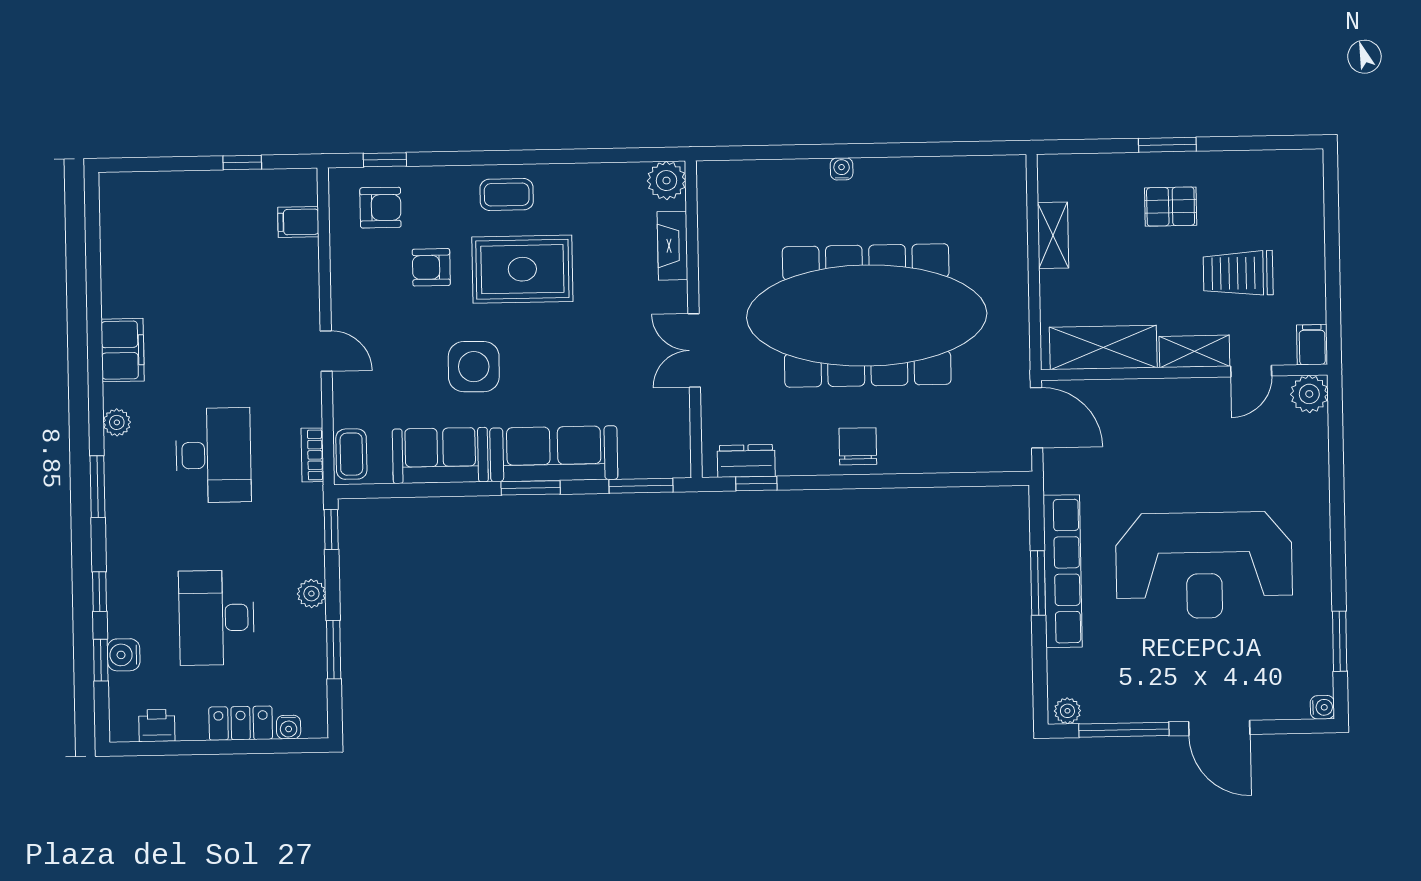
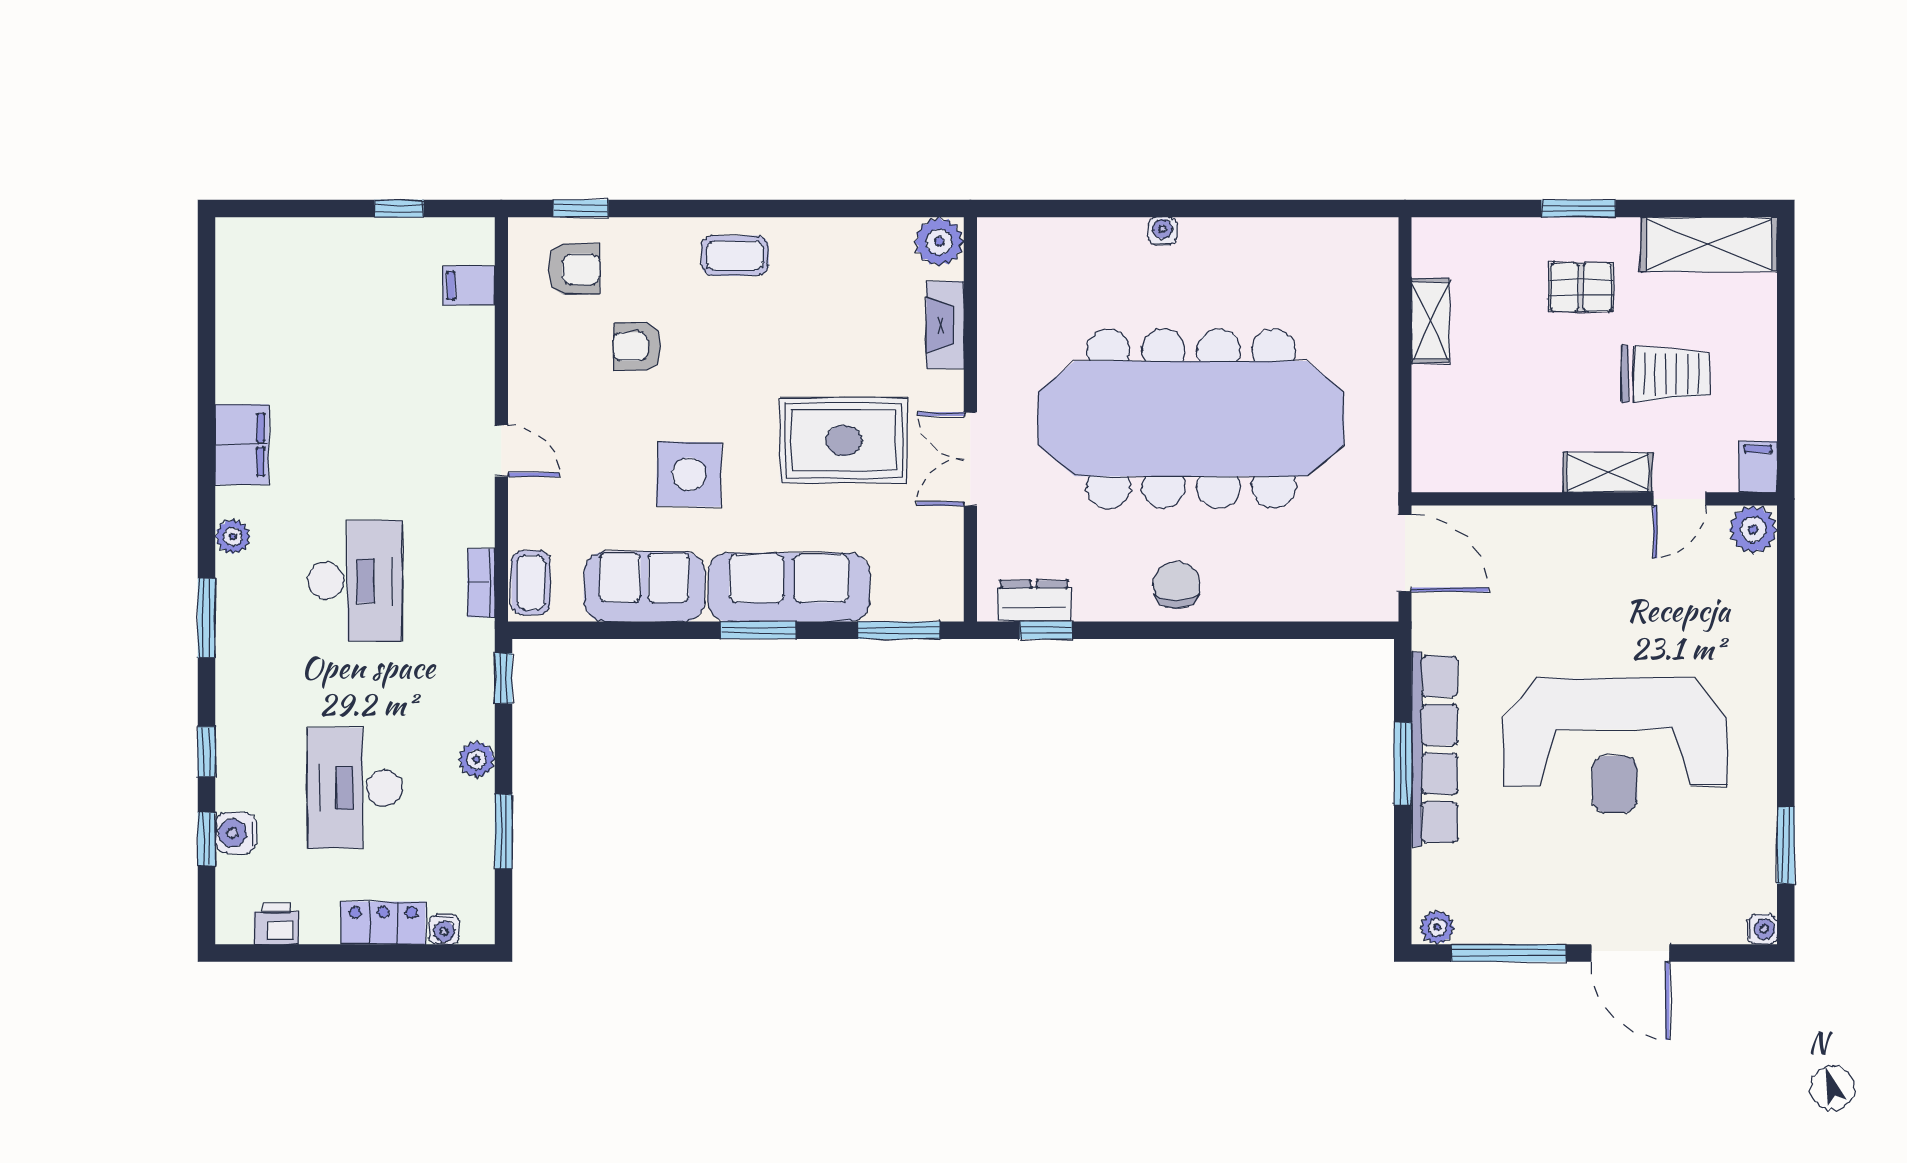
rug: (522, 269) -> (844, 440), moved
trolley: (1238, 273) -> (1665, 374), turned 180
shelving: (1103, 347) -> (1709, 244), moved

